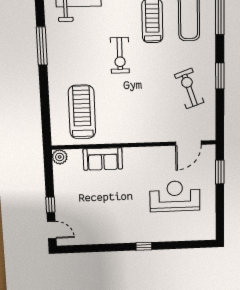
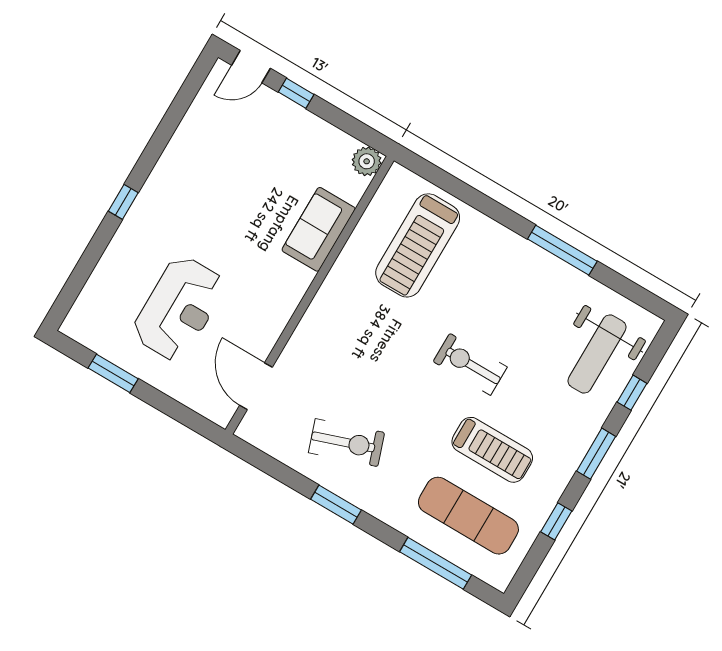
treadmill: (82, 112) -> (418, 245), turned 90
window: (220, 172) -> (113, 373), moved

